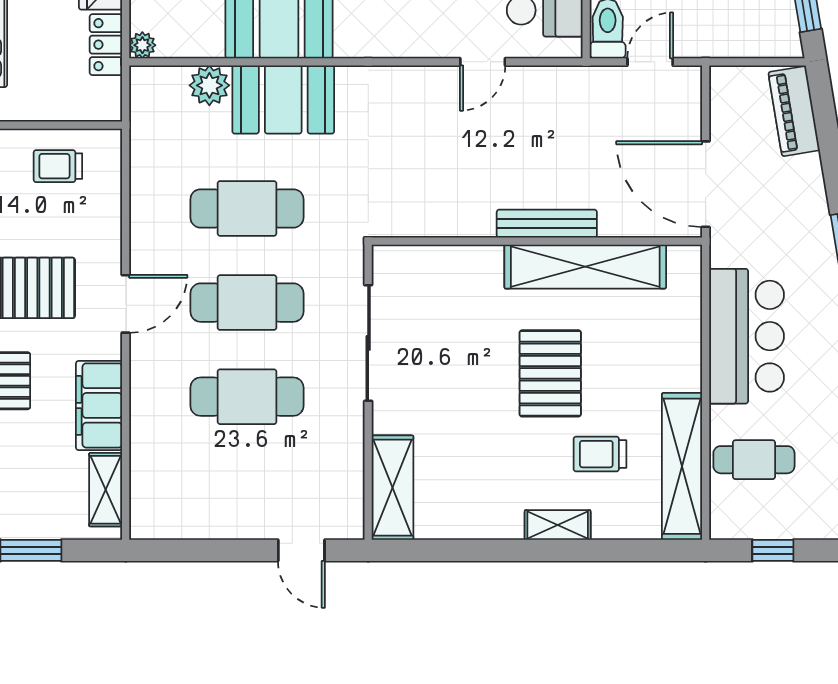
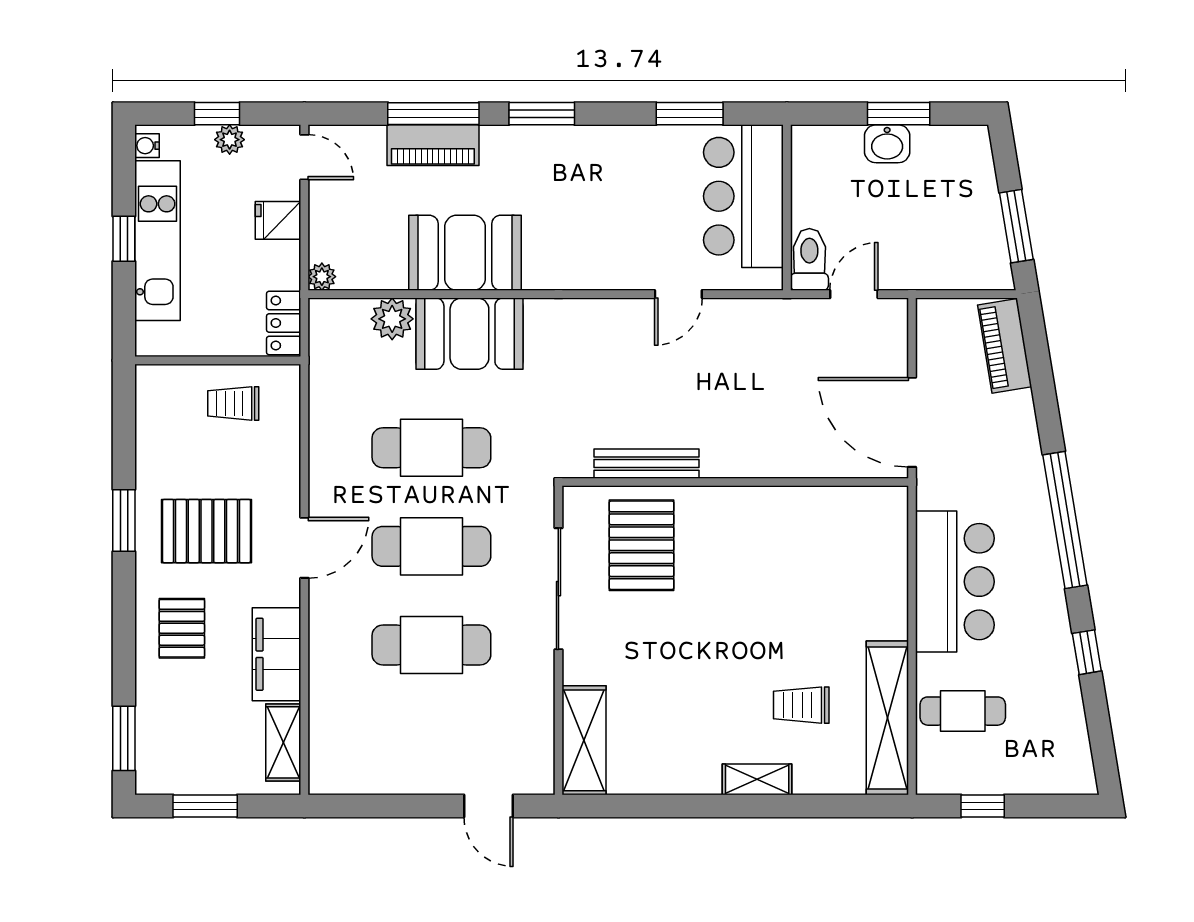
locker: (106, 45) -> (284, 323), moved
bench: (547, 224) -> (646, 464), moved
shelving: (585, 267) -> (786, 509), removed
pallet: (550, 373) -> (642, 545), moved

